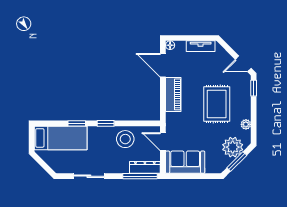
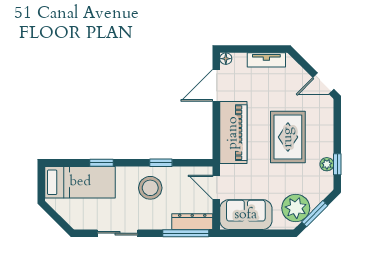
door: (163, 65) -> (216, 85), hinge flipped
window: (254, 88) -> (337, 164), moved
piano: (173, 94) -> (233, 133), width x1.37, depth x1.33
window: (106, 123) -> (161, 163), moved
stool: (125, 139) -> (150, 188), moved
plant: (233, 147) -> (296, 208), moved

